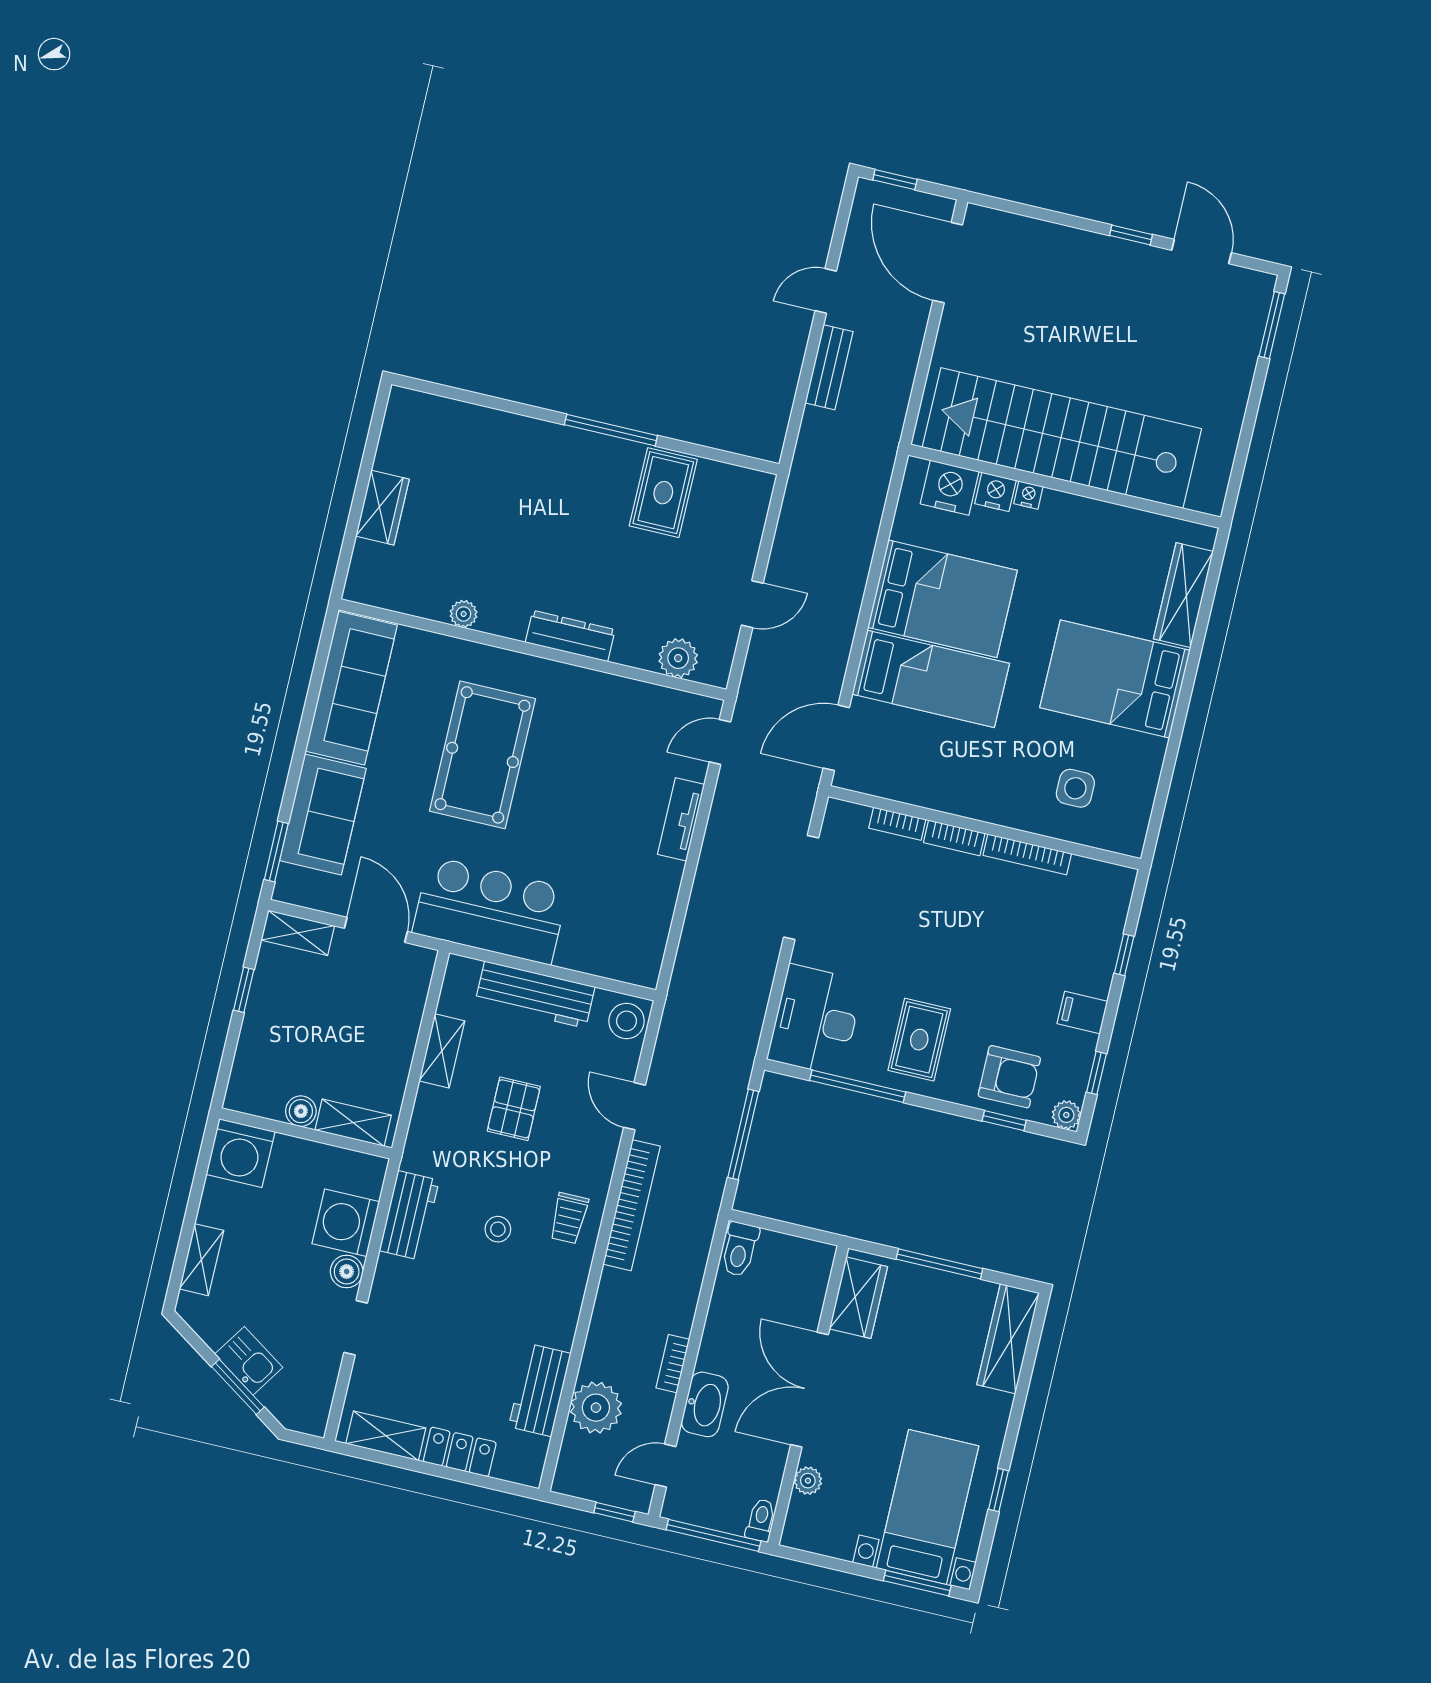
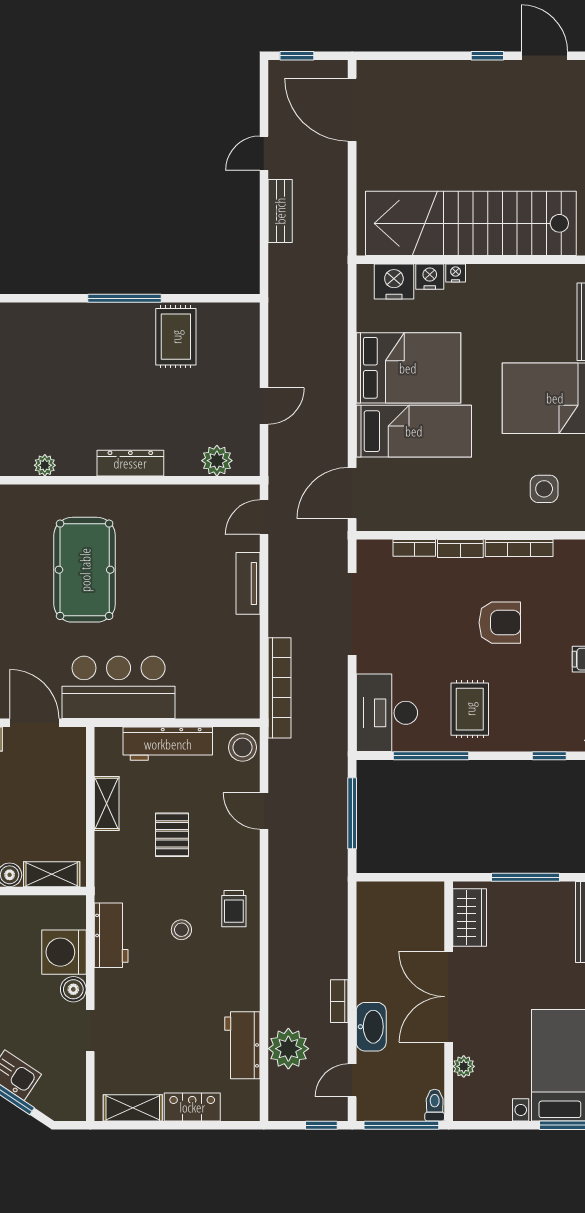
armchair: (1009, 1077) -> (500, 623), moved
bookcase: (632, 1205) -> (279, 688), moved
toilet: (740, 1249) -> (370, 902), removed

